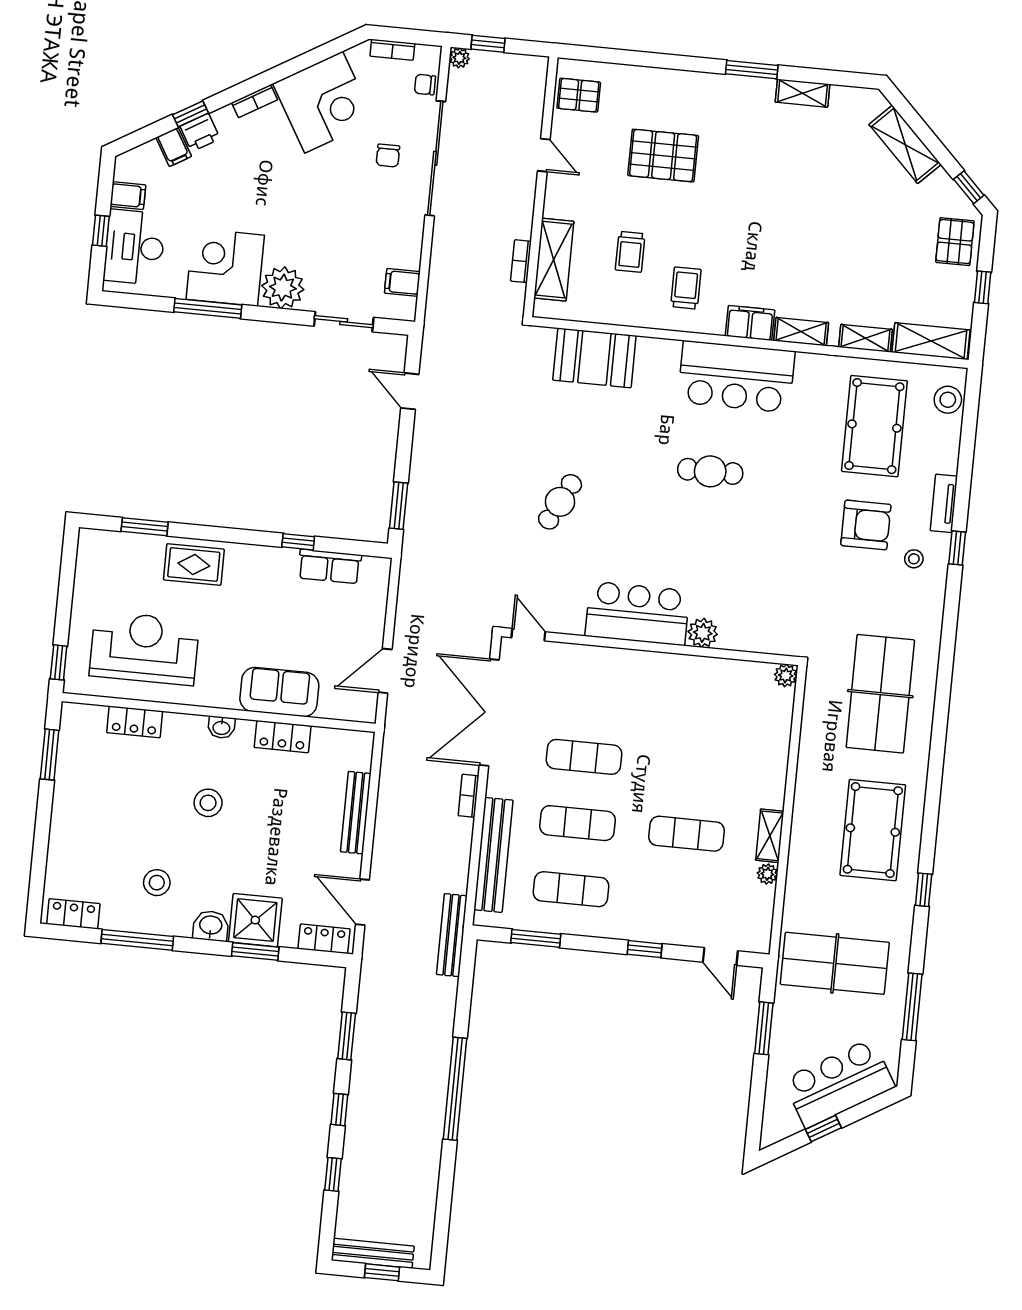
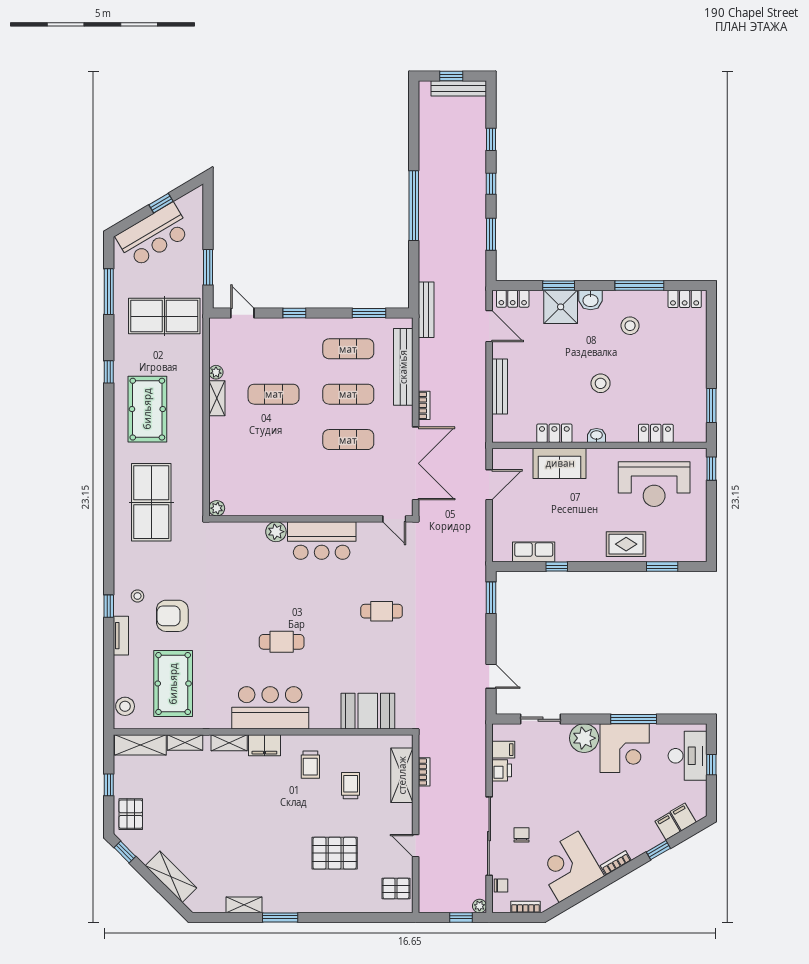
printer: (200, 133) -> (502, 770), moved, turned 120
filing cabinet: (128, 196) -> (683, 817), moved, turned 60
cafe table: (560, 502) -> (382, 611), turned 63

